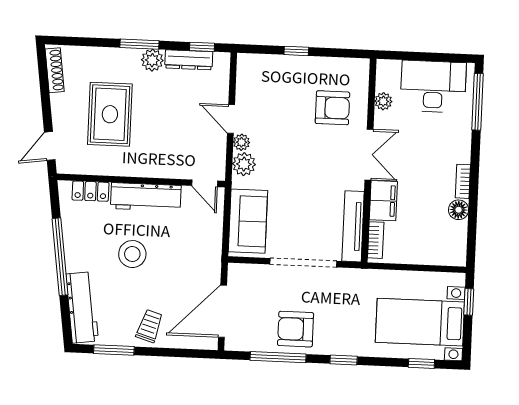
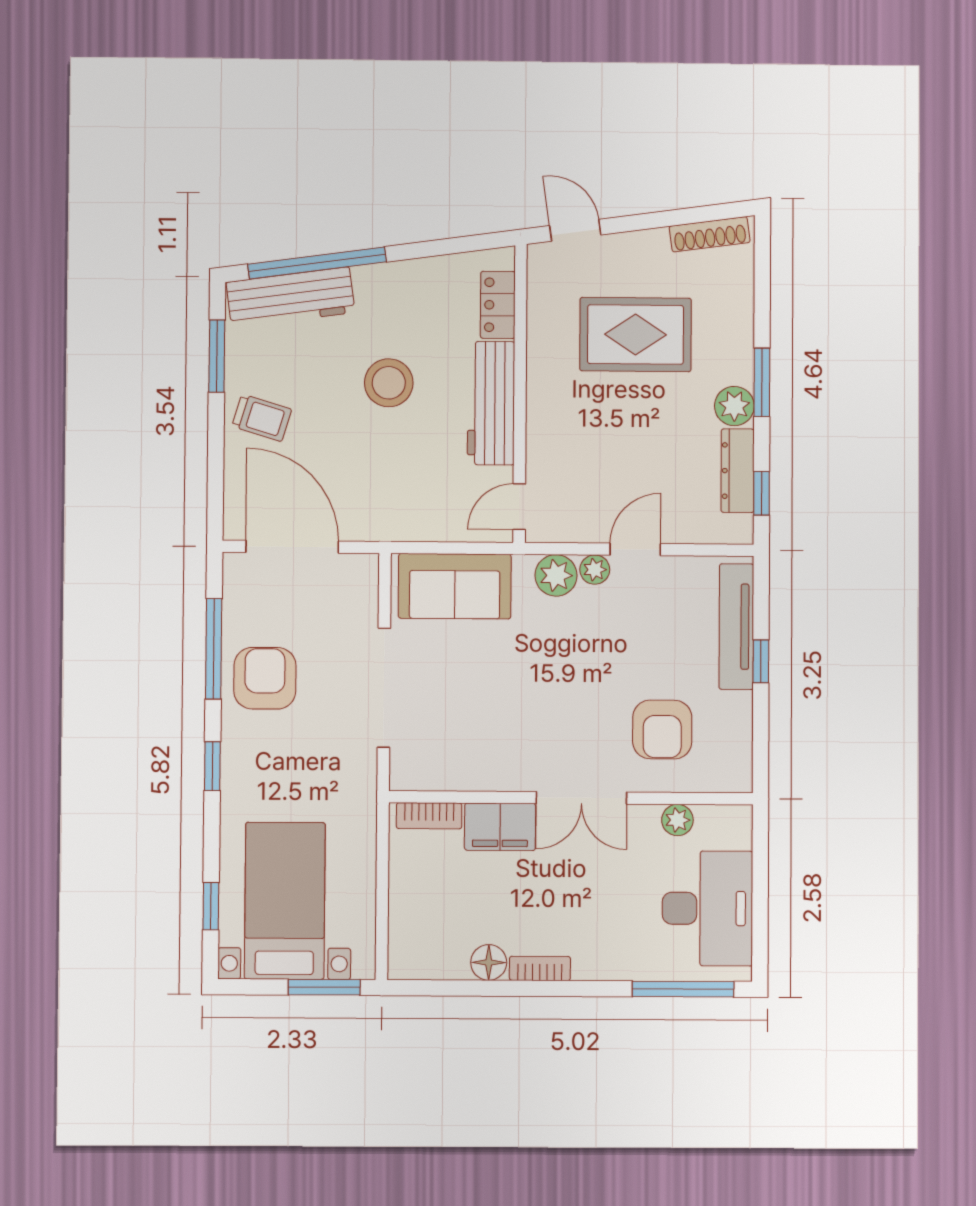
tv unit: (353, 226) -> (736, 627), moved, turned -90
window: (60, 257) -> (317, 263), moved
window: (469, 302) -> (324, 987), width x1.50

